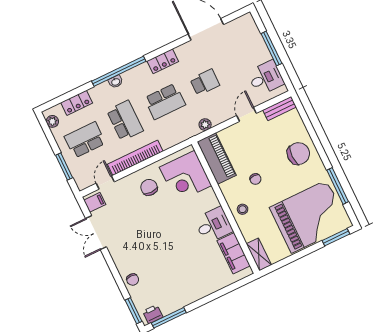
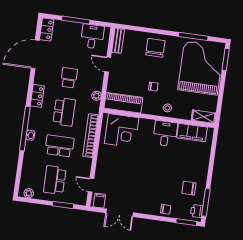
locker: (77, 103) -> (47, 30), moved
bookcase: (135, 158) -> (91, 136), moved
chair: (149, 187) -> (189, 188), moved

